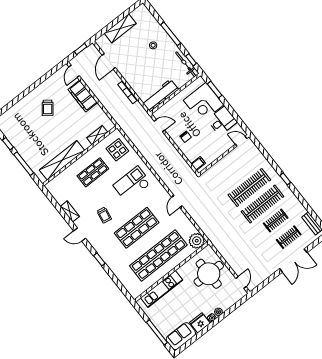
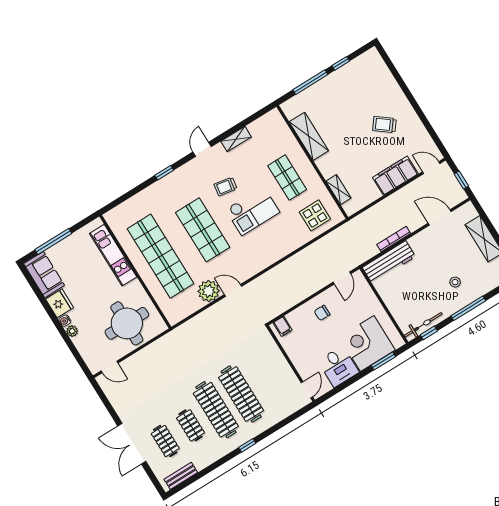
workbench: (160, 96) -> (389, 262), moved, turned 90
shelving: (62, 160) -> (309, 136), width x0.68
checkout: (132, 184) -> (253, 211), moved, turned 90
plant: (197, 241) -> (209, 291), moved

